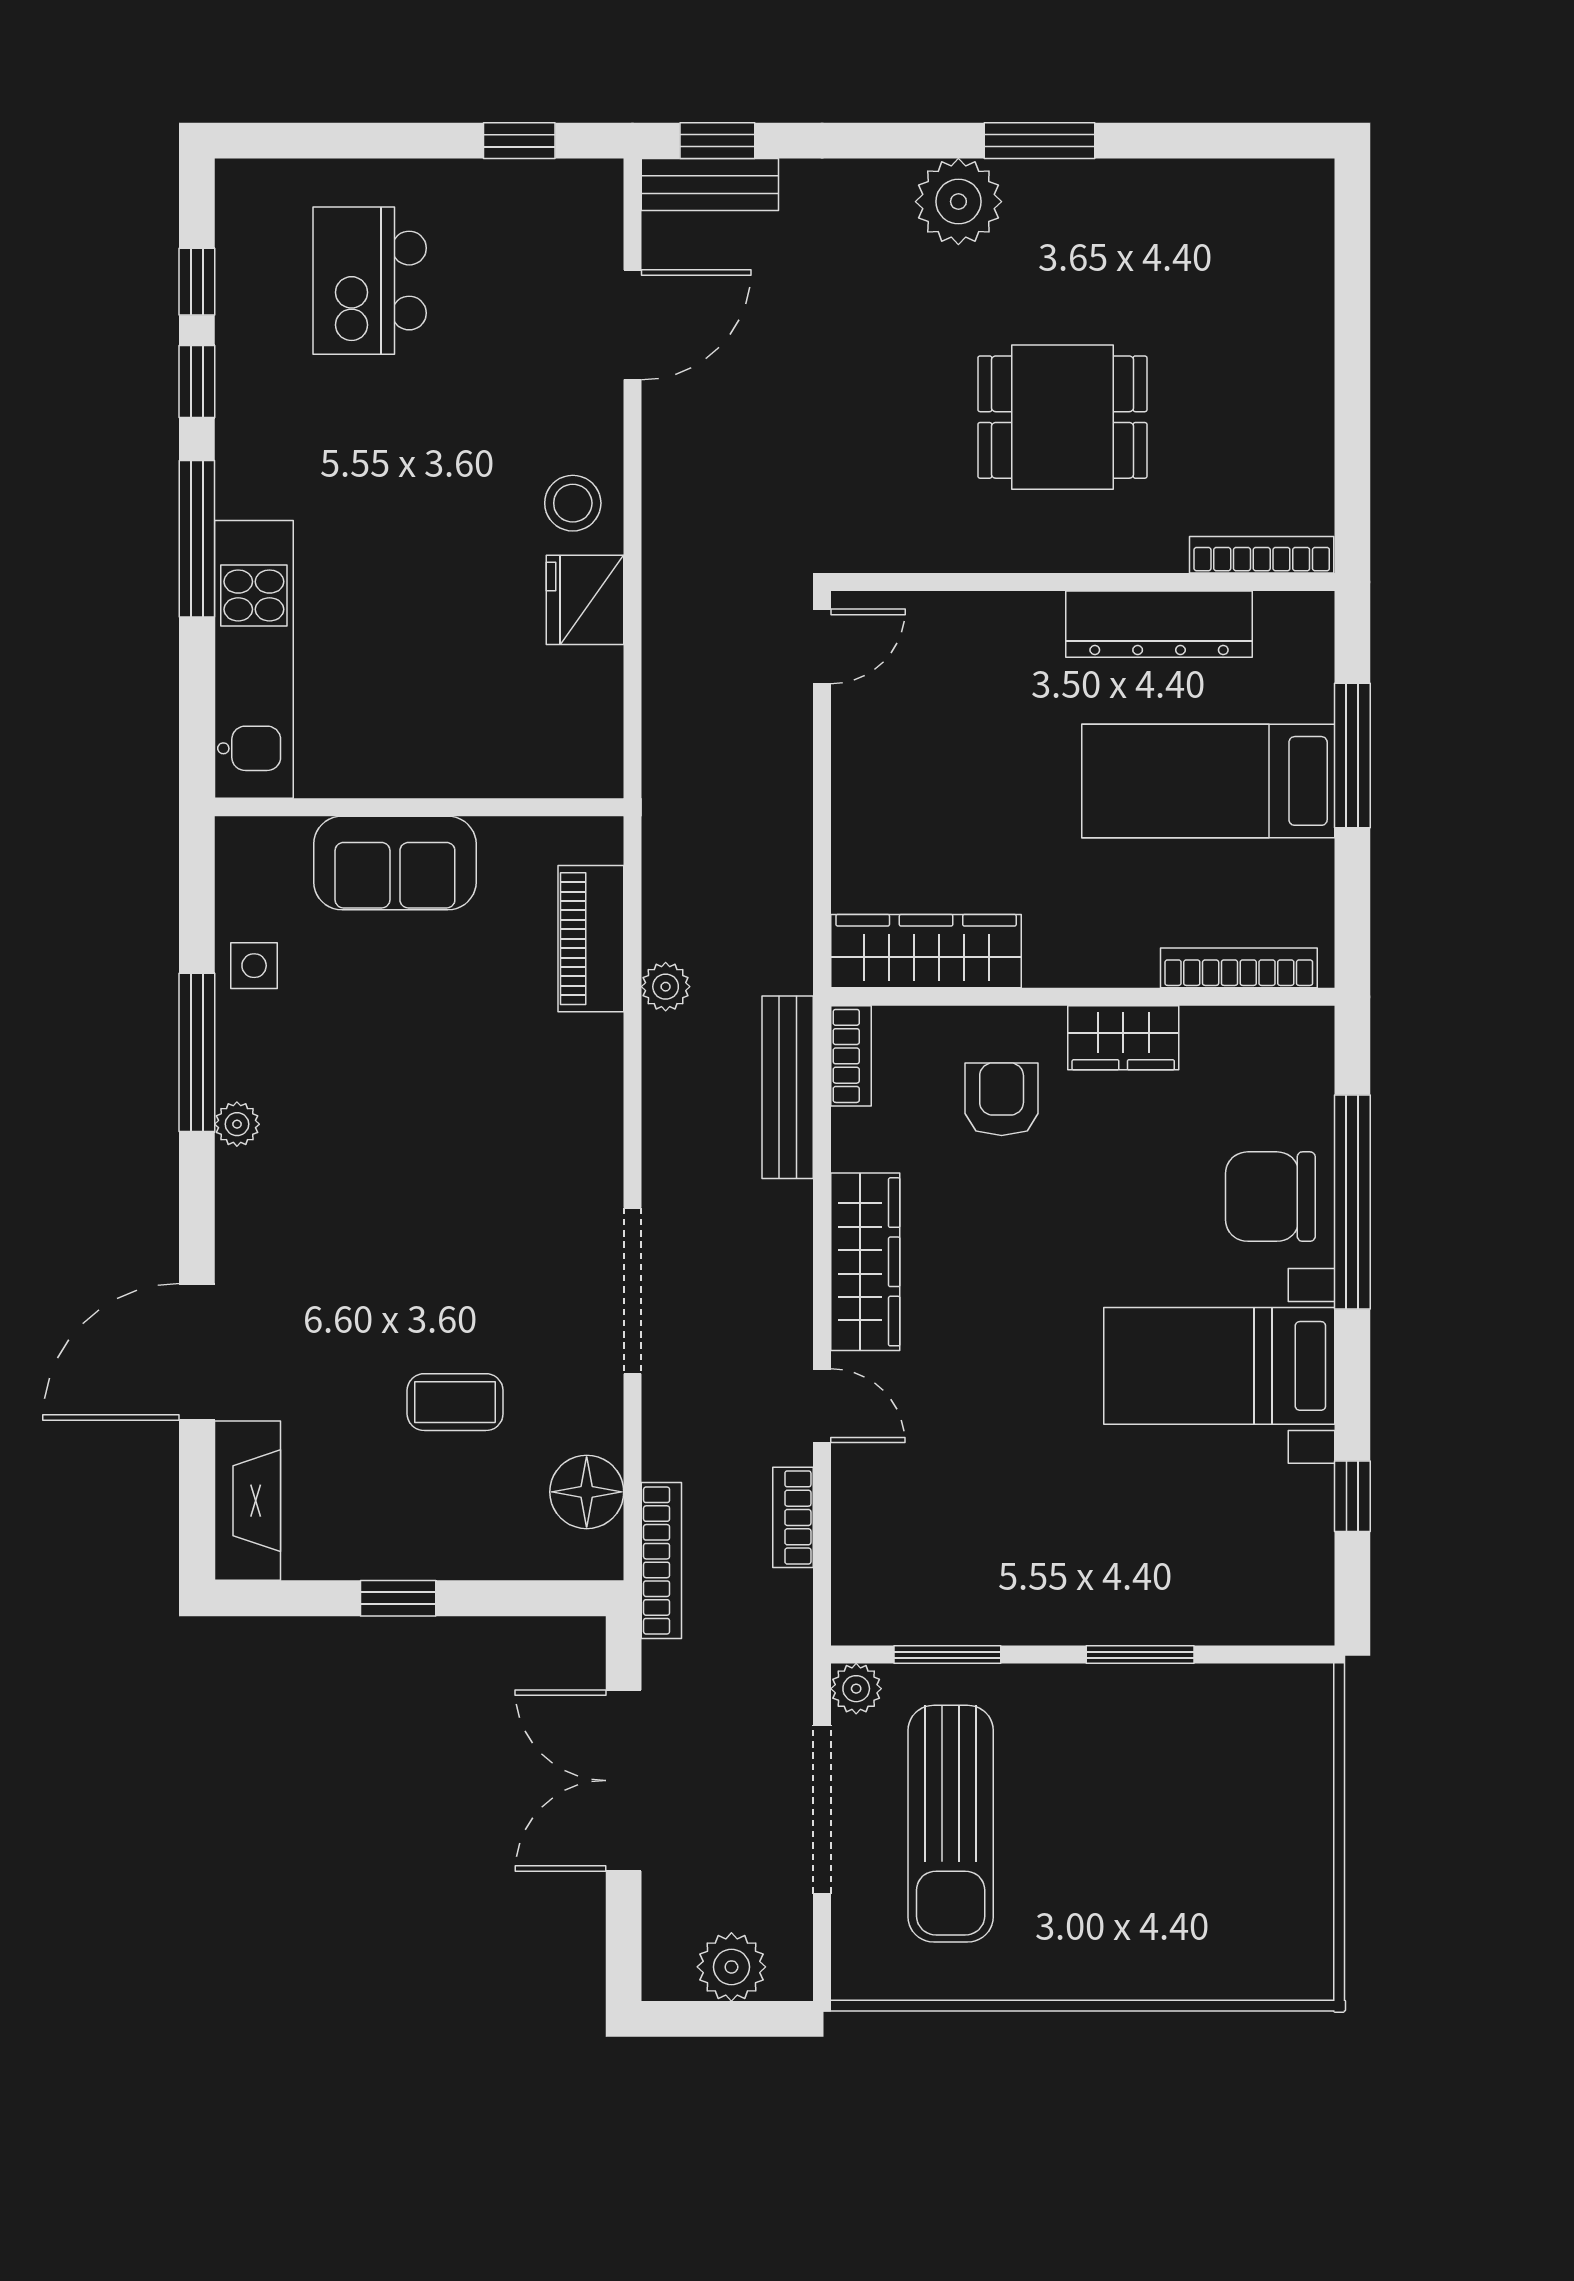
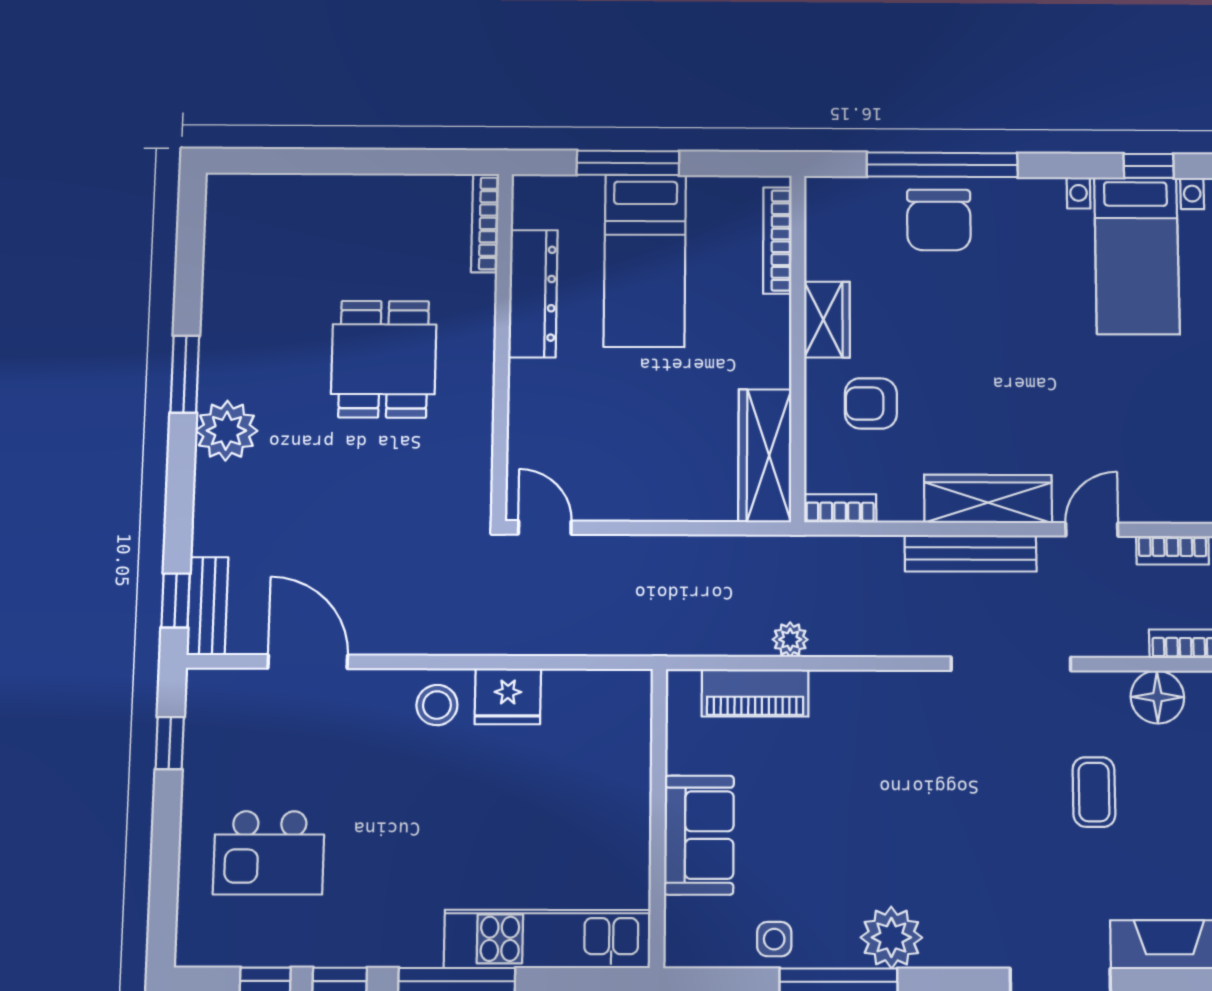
bench: (788, 1087) -> (970, 553), moved
plant: (237, 1124) -> (891, 937), width x1.88, depth x1.88
bed with nightstands: (1219, 1366) -> (1137, 256), moved

